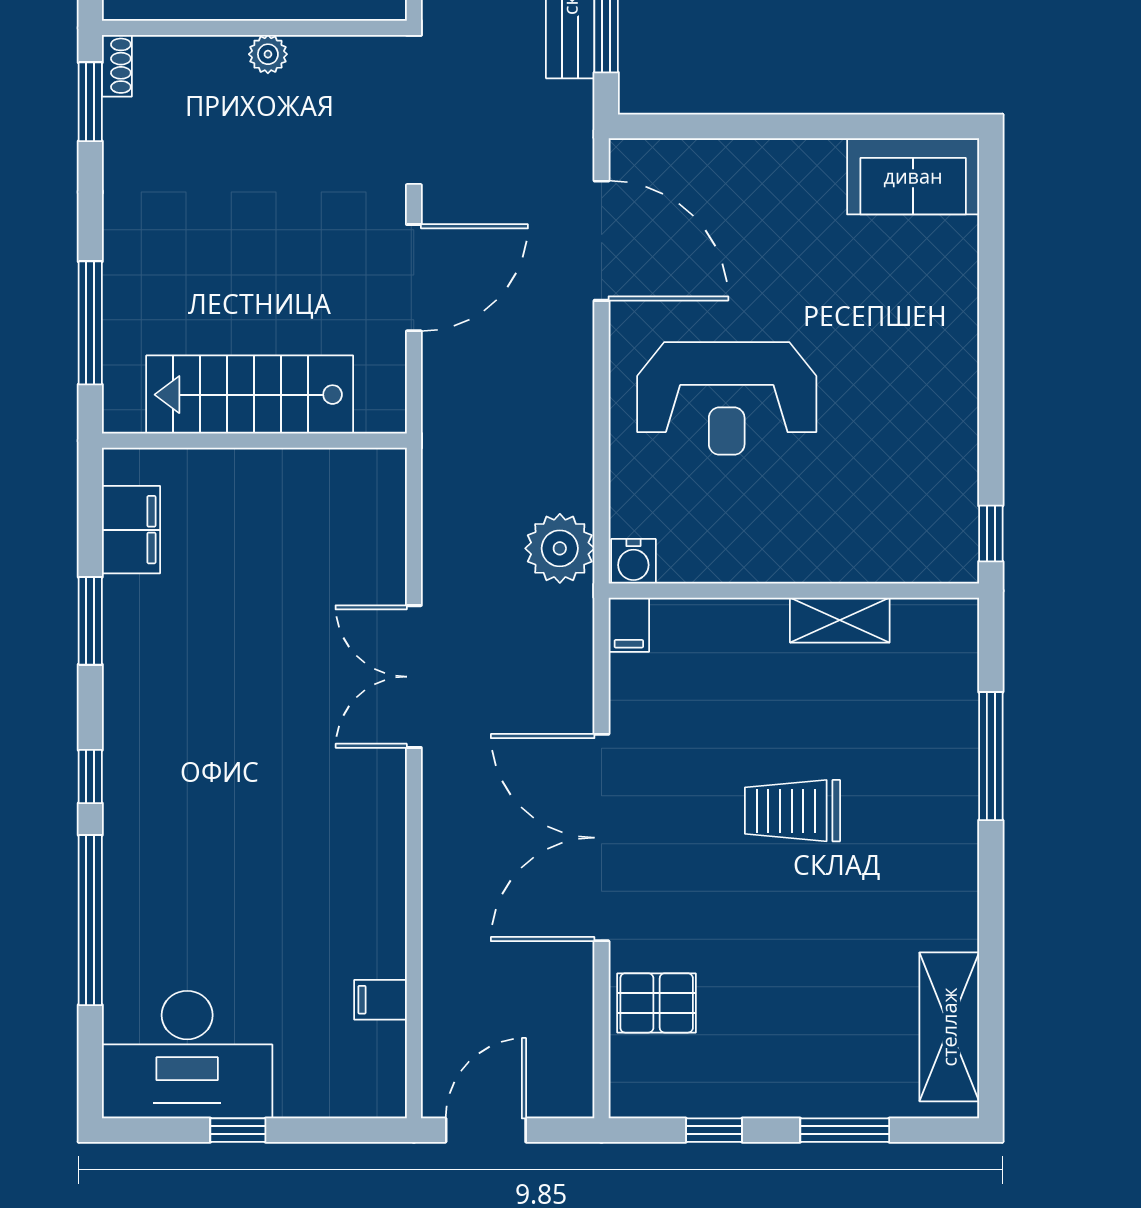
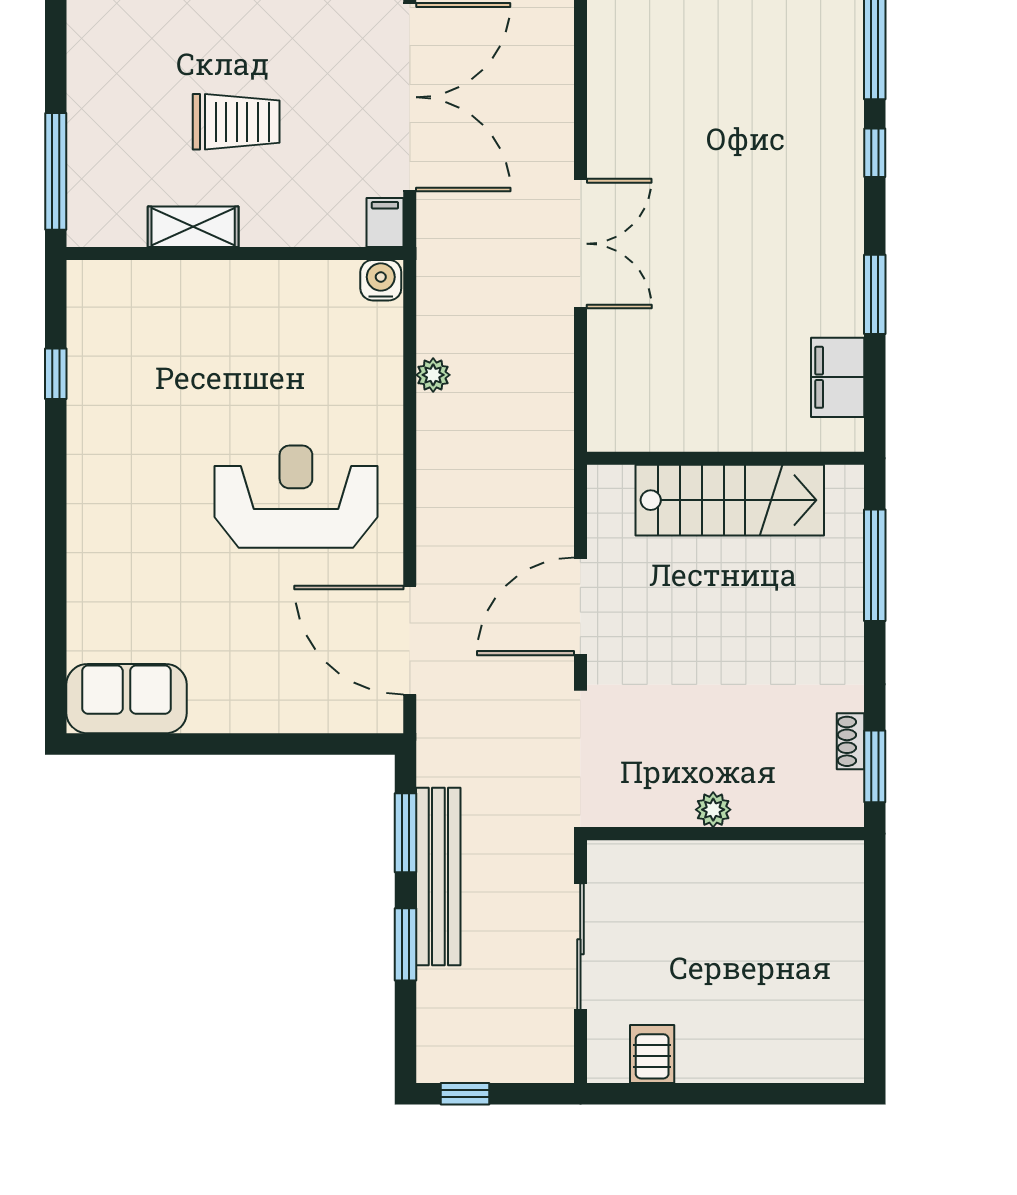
shoe rack: (117, 66) -> (850, 741), moved
plant: (560, 548) -> (433, 375), width x0.53, depth x0.53
water cooler: (633, 561) -> (381, 280), moved
wall: (794, 591) -> (235, 253), moved
shelving: (840, 620) -> (193, 227), moved
filing cabinet: (629, 625) -> (385, 222), moved

